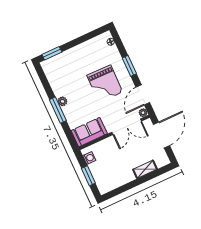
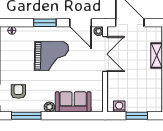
armchair: (63, 70) -> (18, 92), added
window: (58, 110) -> (26, 116), moved
sofa: (89, 132) -> (73, 102), moved, turned 90

